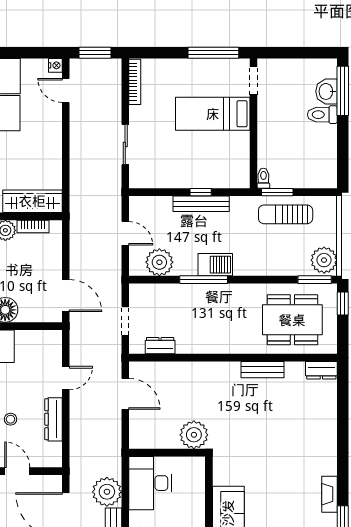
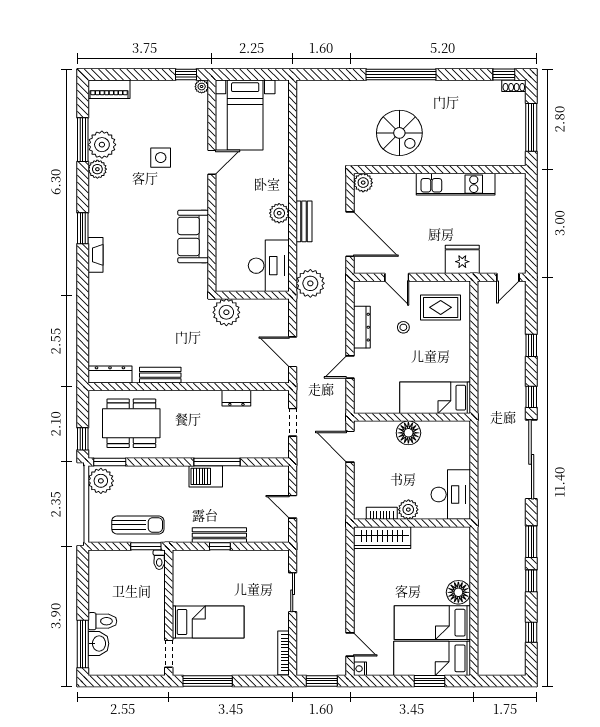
plant: (159, 262) -> (260, 479), removed
dresser: (160, 346) -> (236, 398), moved
dresser: (321, 370) -> (110, 374), width x1.44
plant: (107, 492) -> (310, 283), moved

